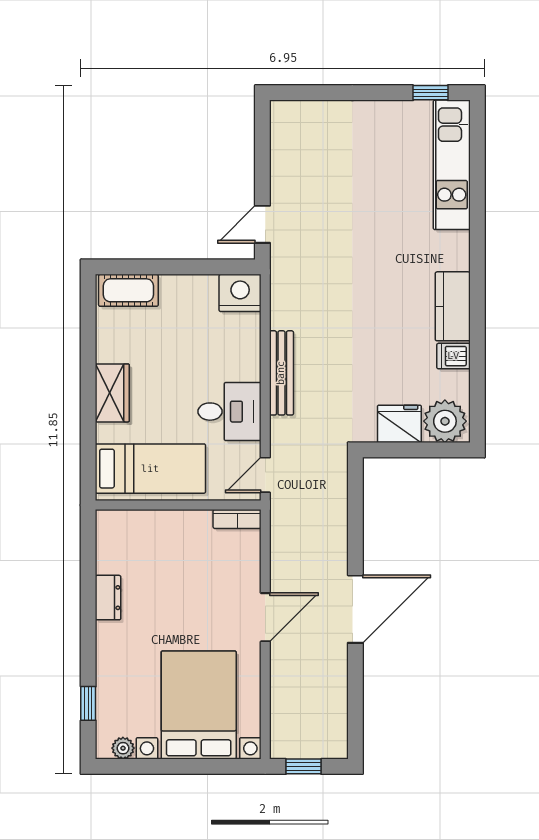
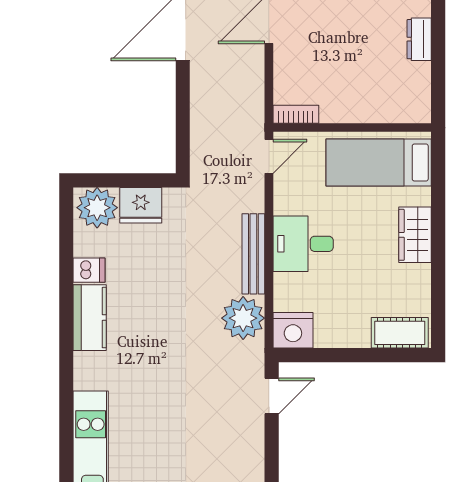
plant: (292, 306) -> (243, 318), added
desk: (229, 412) -> (303, 244), moved

